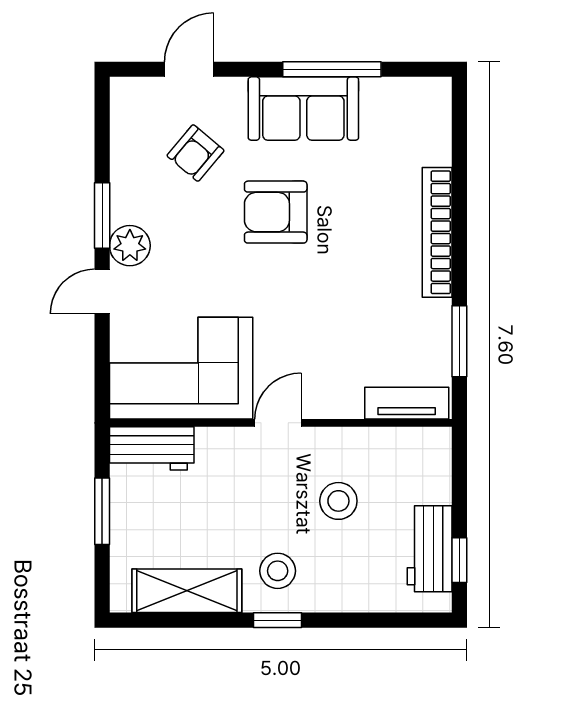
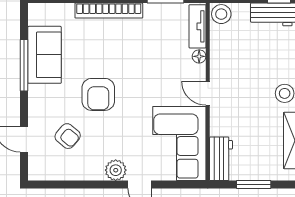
sofa: (303, 109) -> (45, 55), moved
window: (102, 216) -> (100, 185), removed
floor lamp: (349, 406) -> (199, 56), added
stool: (338, 501) -> (221, 14), moved

